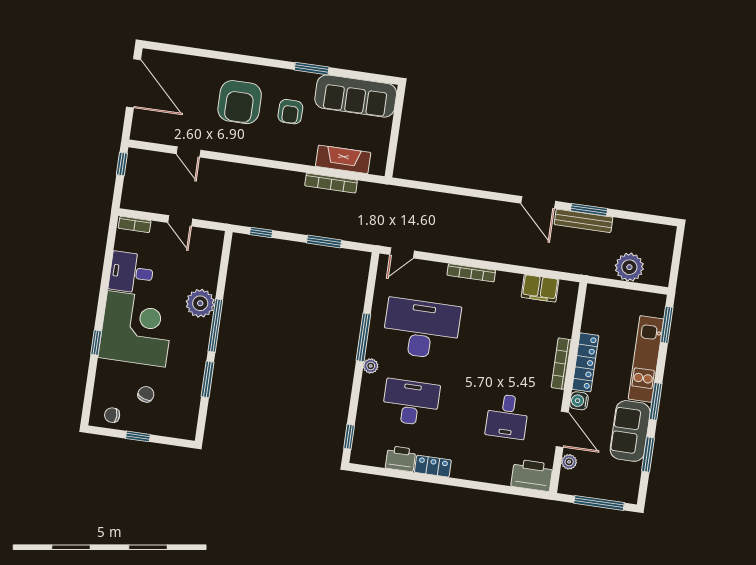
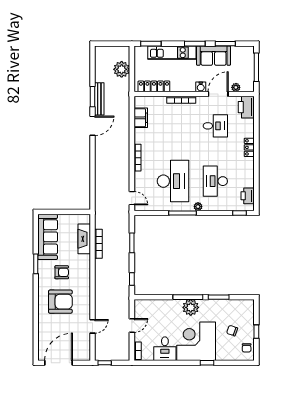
plant: (200, 303) -> (191, 307), moved
desk: (421, 329) -> (173, 181), turned 180
locker: (585, 362) -> (154, 86), moved
printer: (401, 459) -> (248, 196), moved
locker: (433, 466) -> (249, 147), moved

